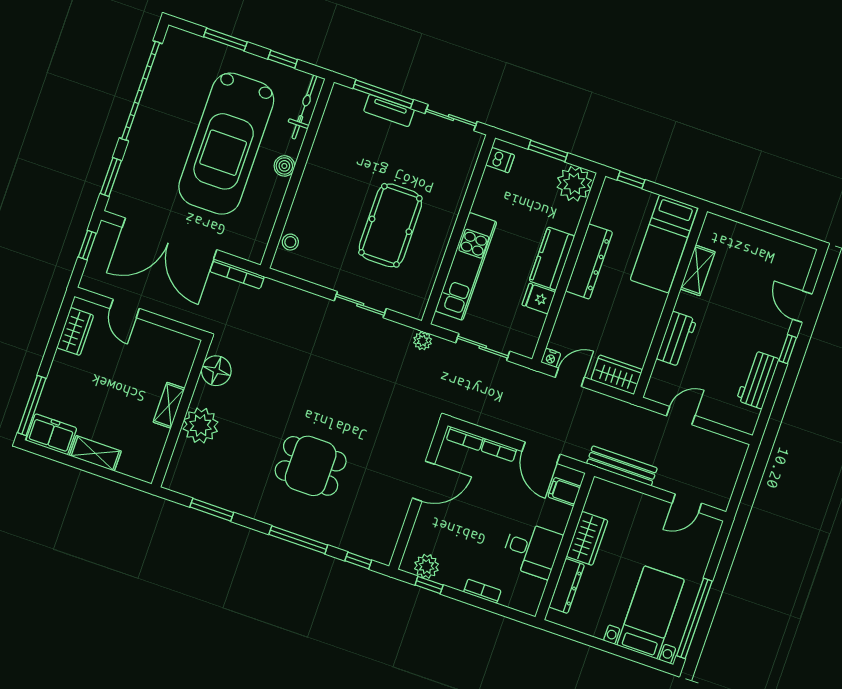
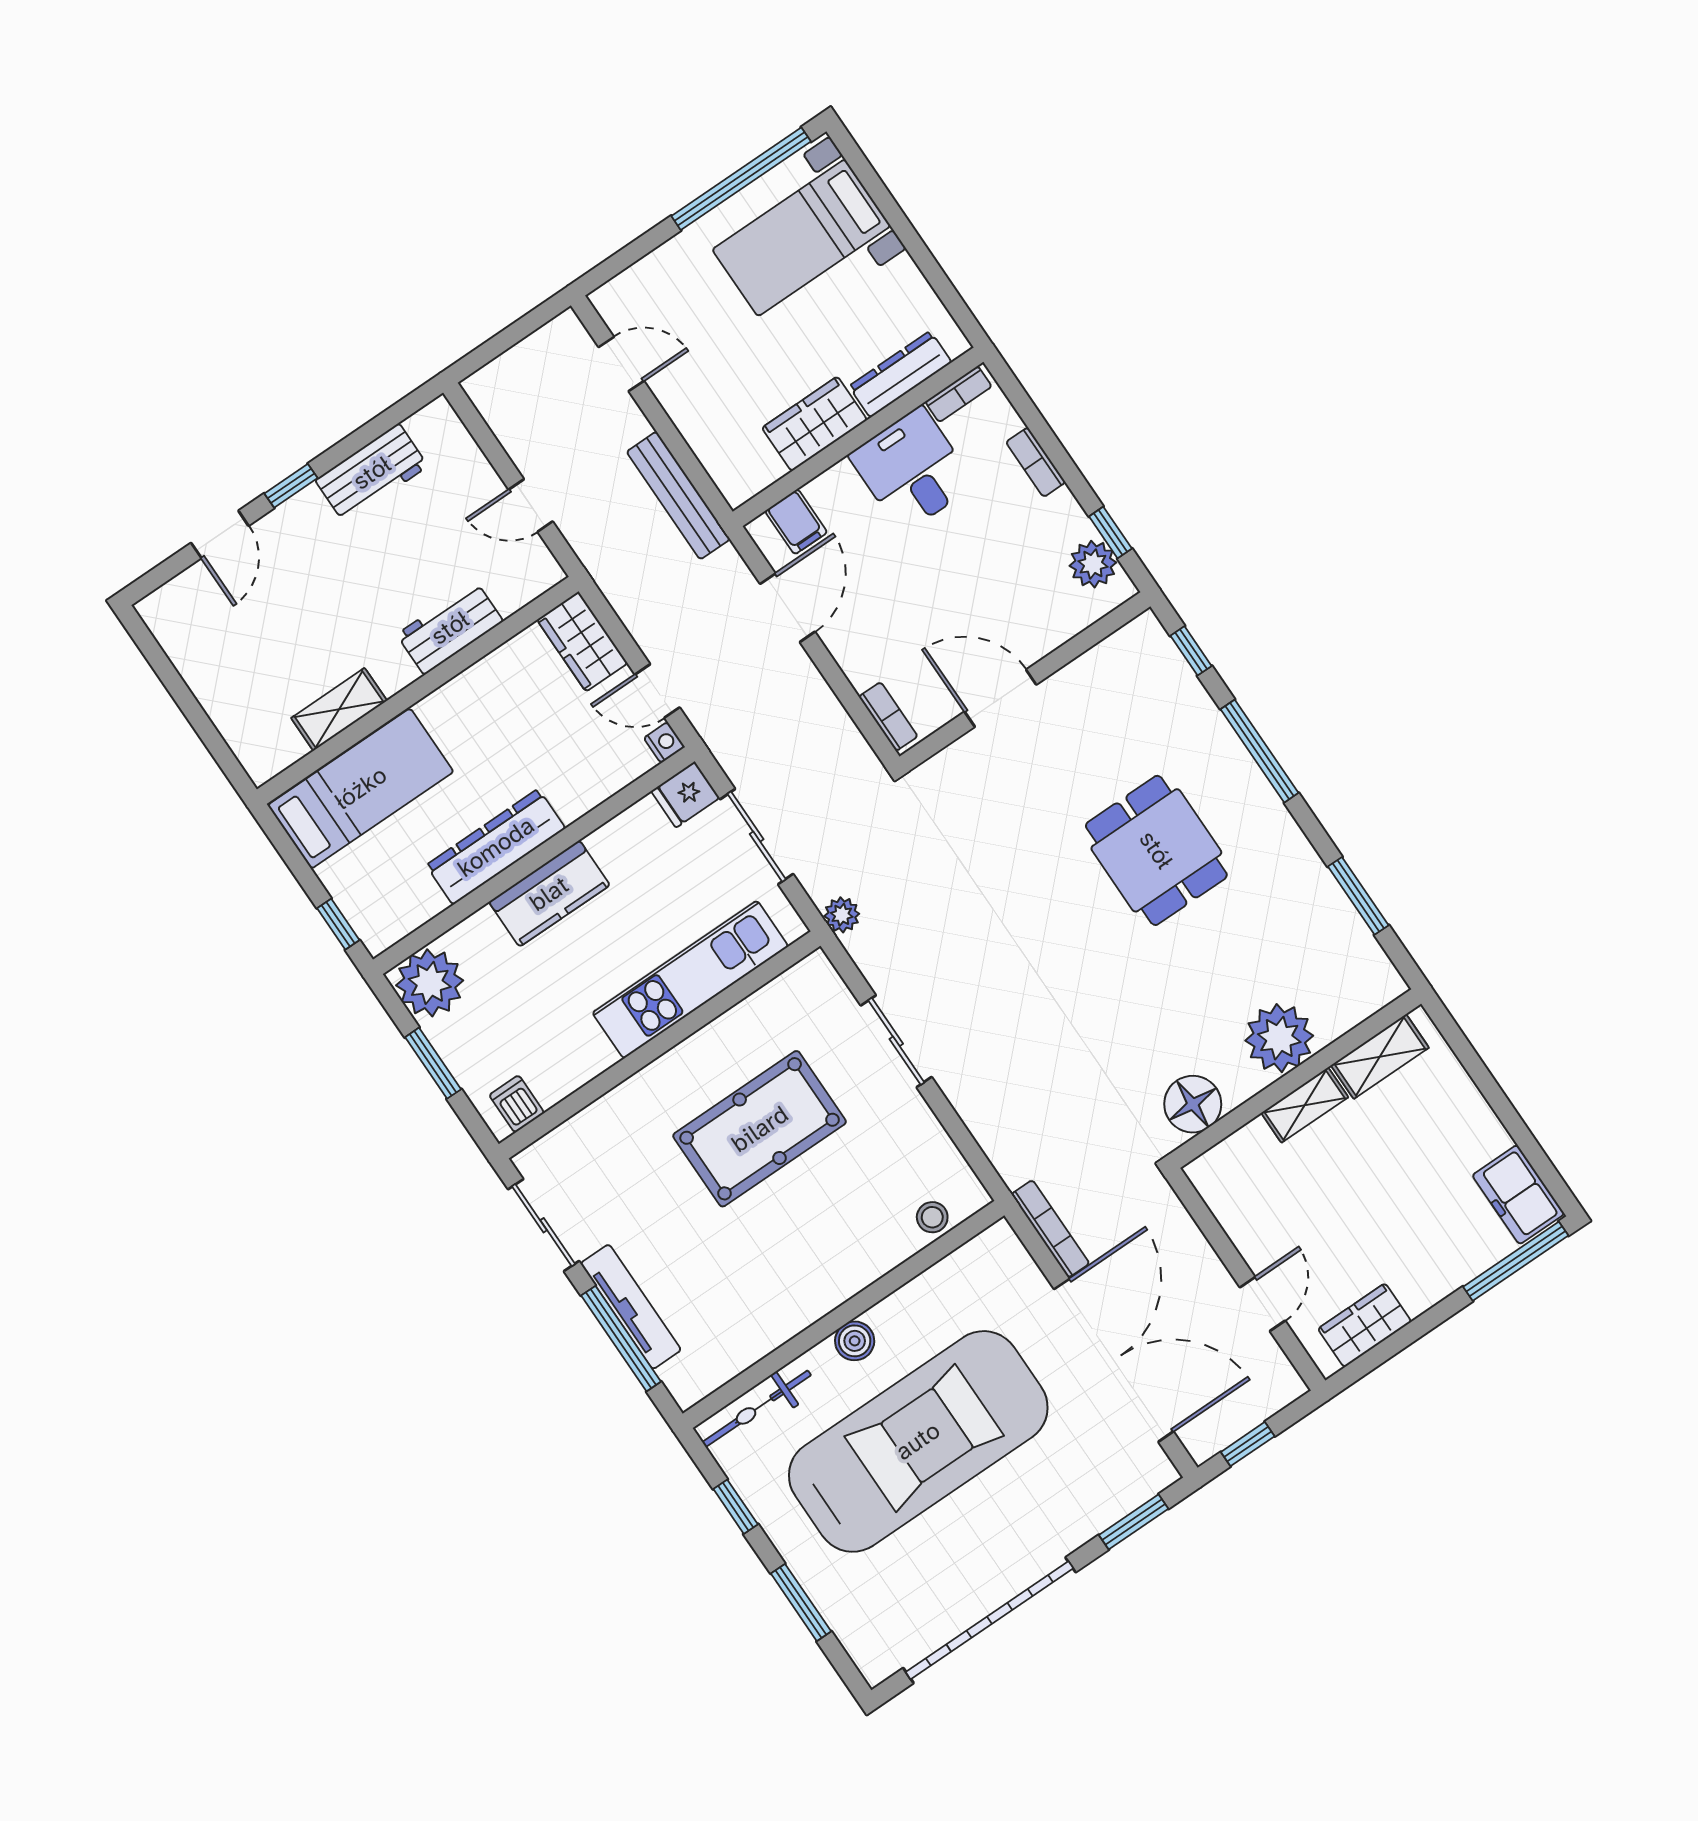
tv unit: (389, 111) -> (631, 1307), width x1.41
fridge: (539, 299) -> (685, 795), moved, turned 90
bookcase: (499, 450) -> (958, 394), moved, turned 90
shelving: (95, 453) -> (1380, 1057), moved, turned 90

